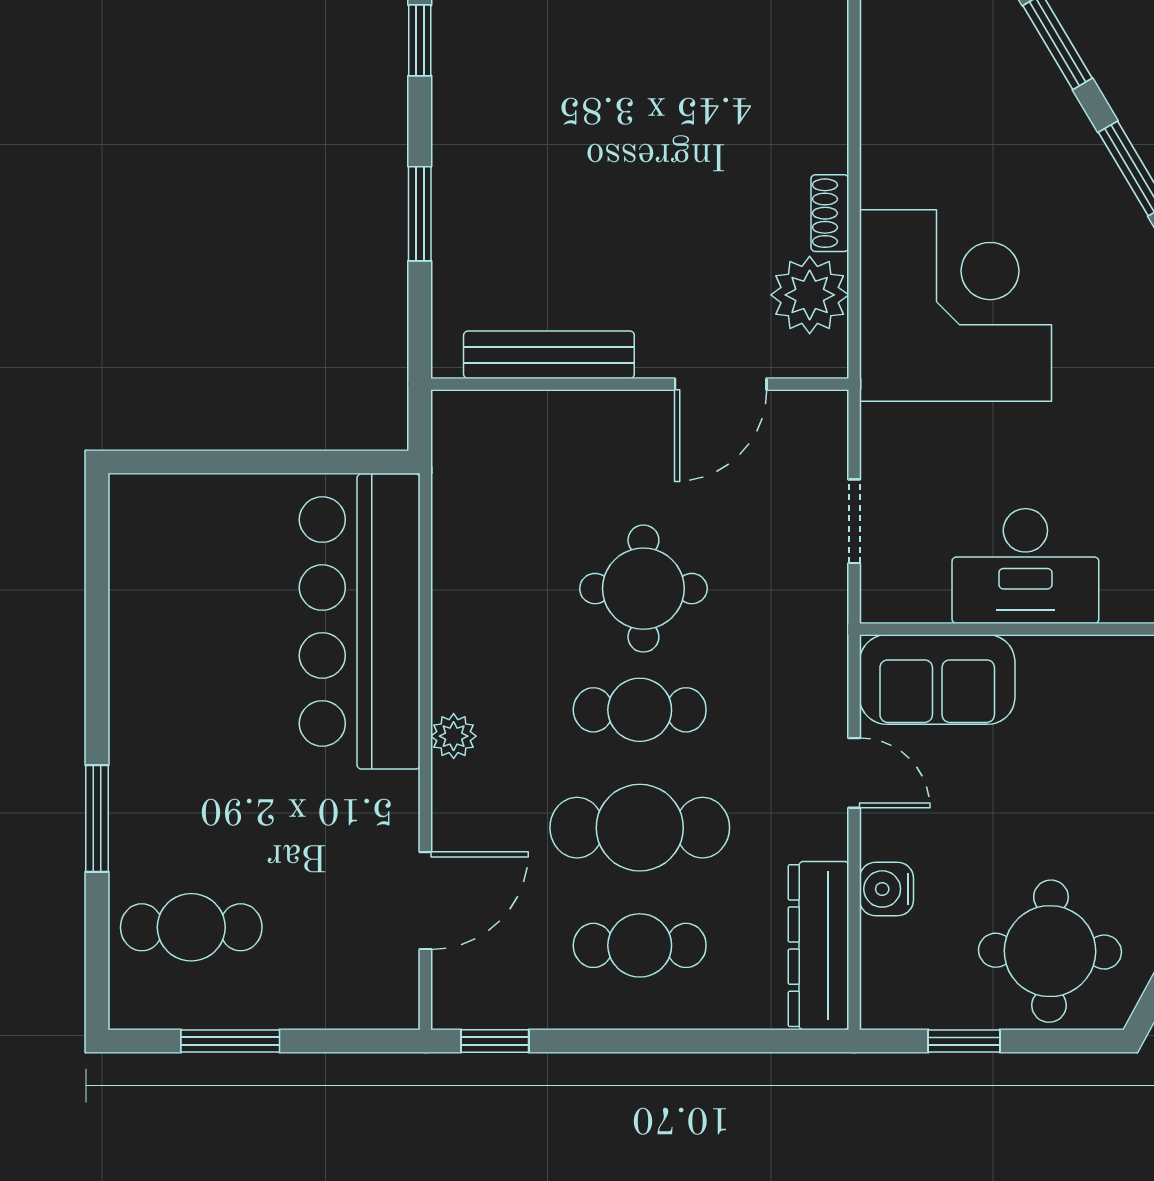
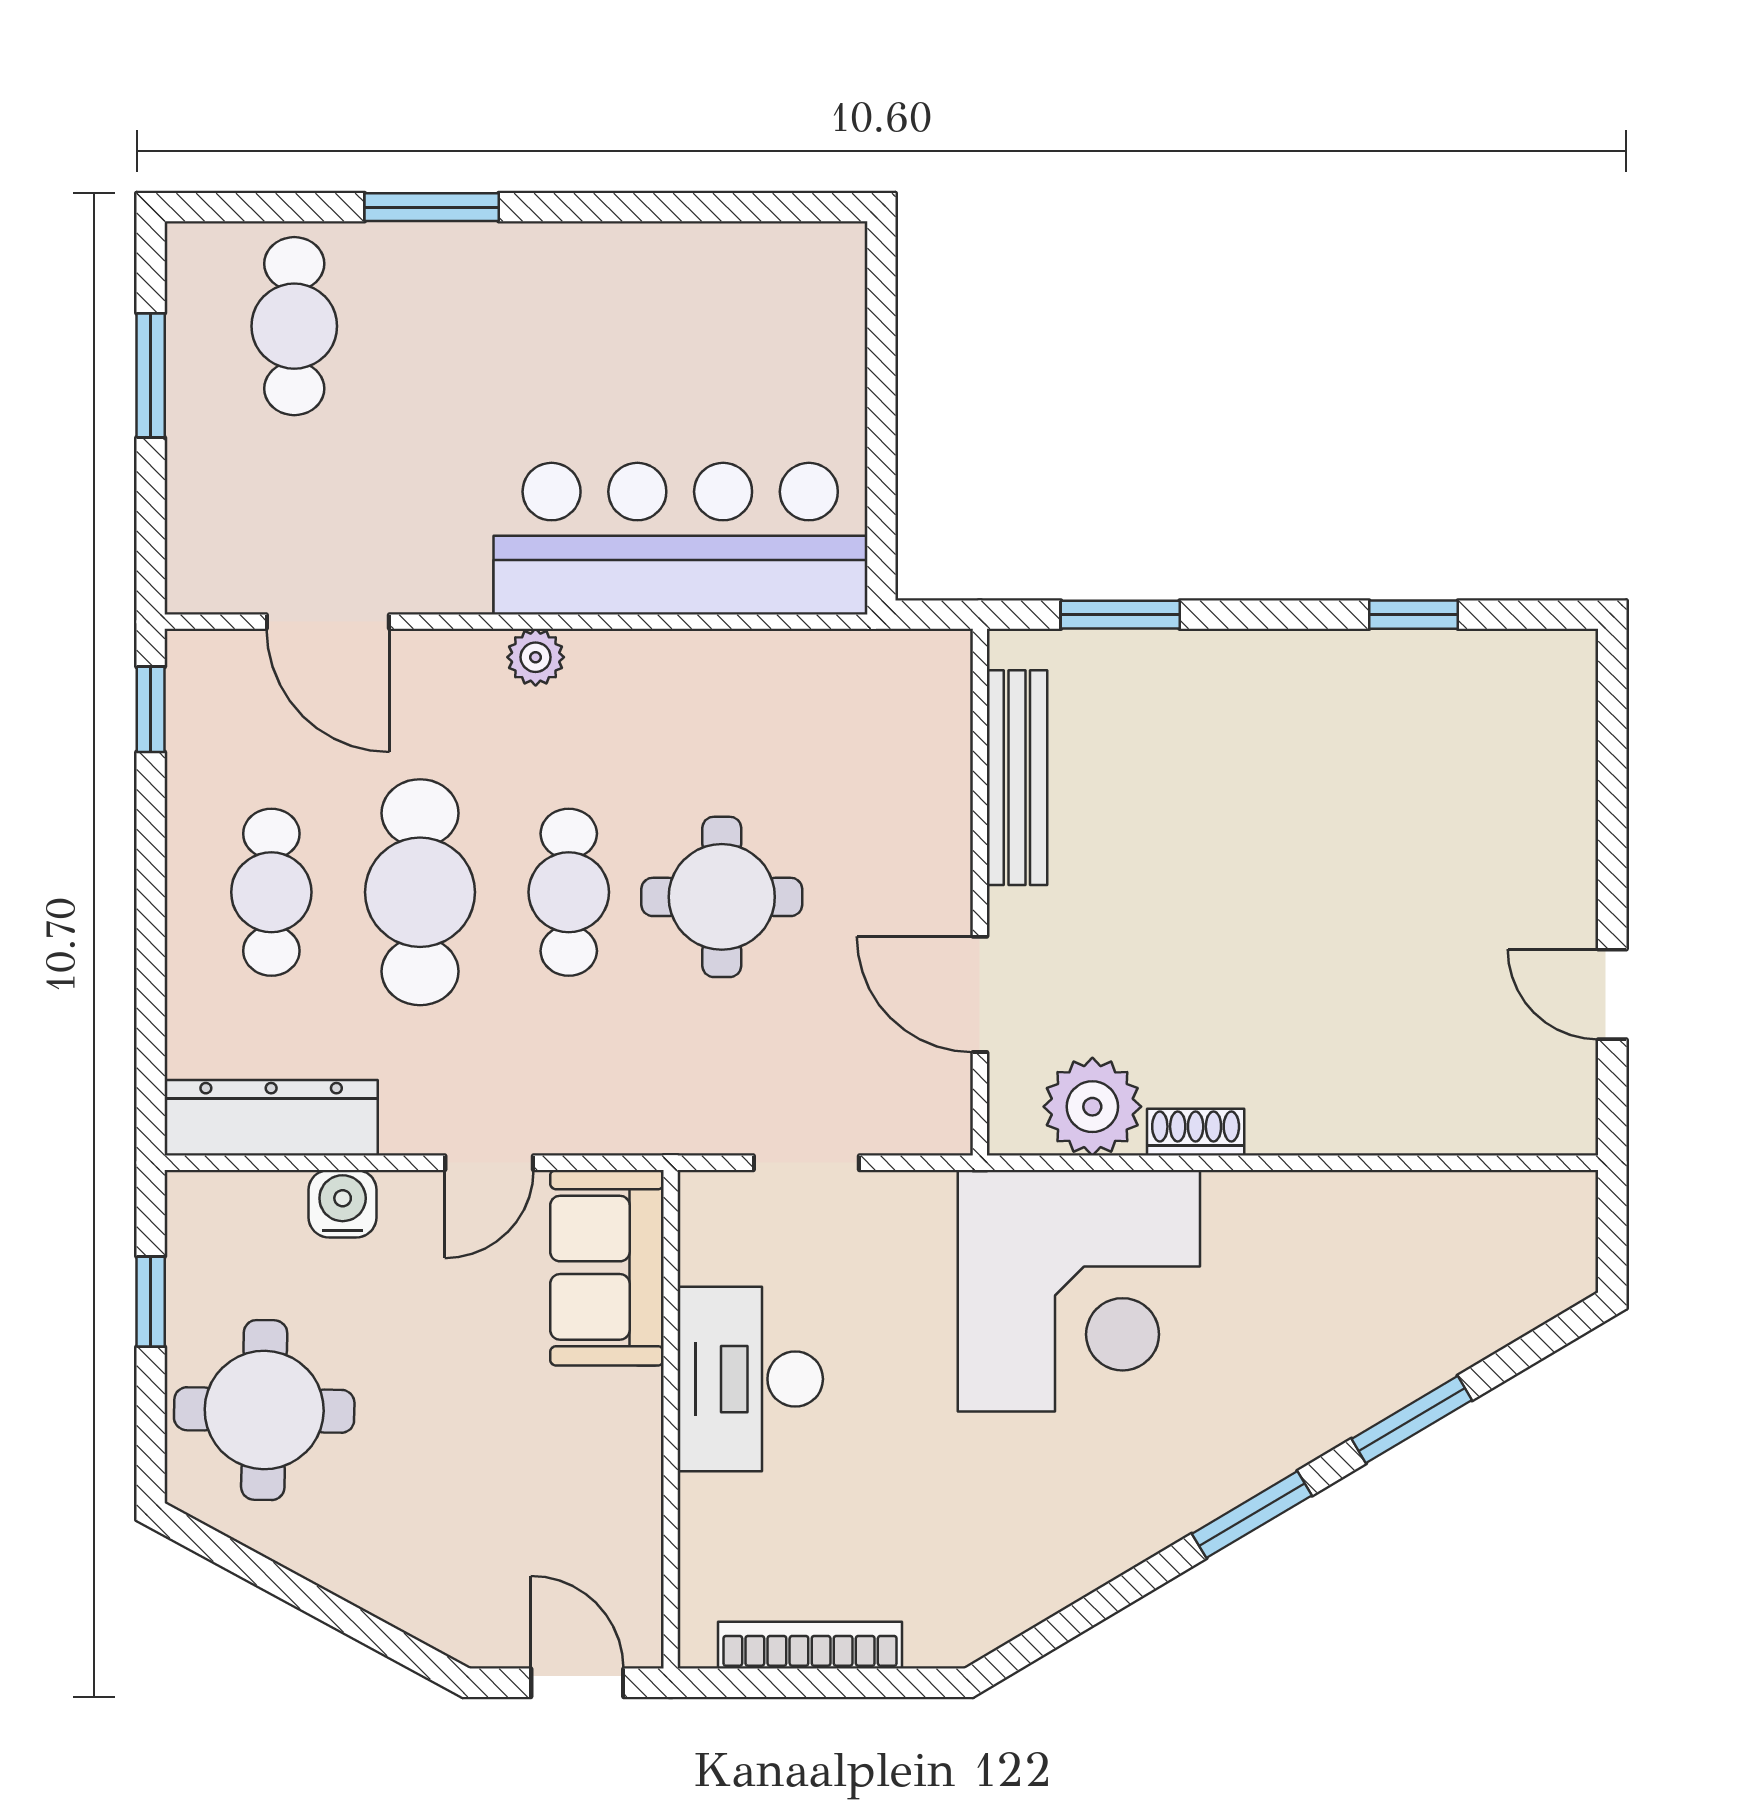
window: (420, 214) -> (1120, 615), moved

